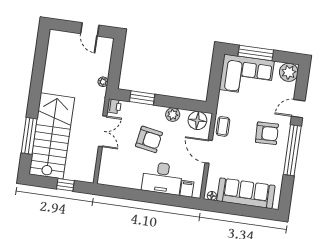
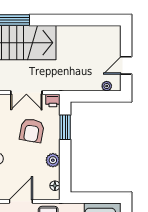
plant: (103, 82) -> (107, 86), moved
floor lamp: (197, 120) -> (55, 186), width x0.53, depth x0.53
armchair: (149, 139) -> (32, 131), moved

